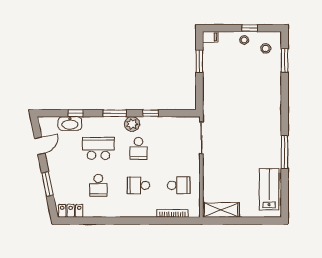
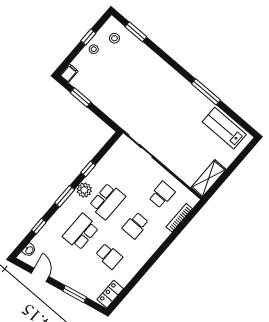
washbasin: (70, 124) -> (29, 250), moved, width x0.52, depth x0.69
school desk: (139, 148) -> (107, 201), width x1.85

